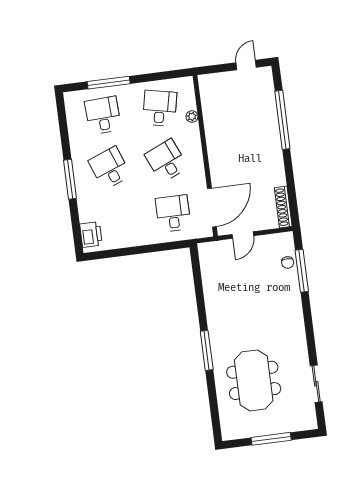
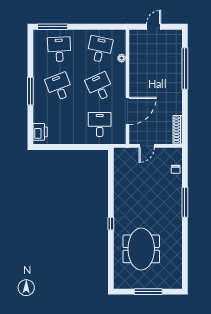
door: (246, 65) -> (154, 27), moved
window: (109, 83) -> (53, 27), moved
door: (212, 208) -> (127, 111), moved
window: (302, 271) -> (185, 202), moved
window: (207, 350) -> (111, 224), width x0.46
sliding door: (316, 384) -> (185, 257), removed

